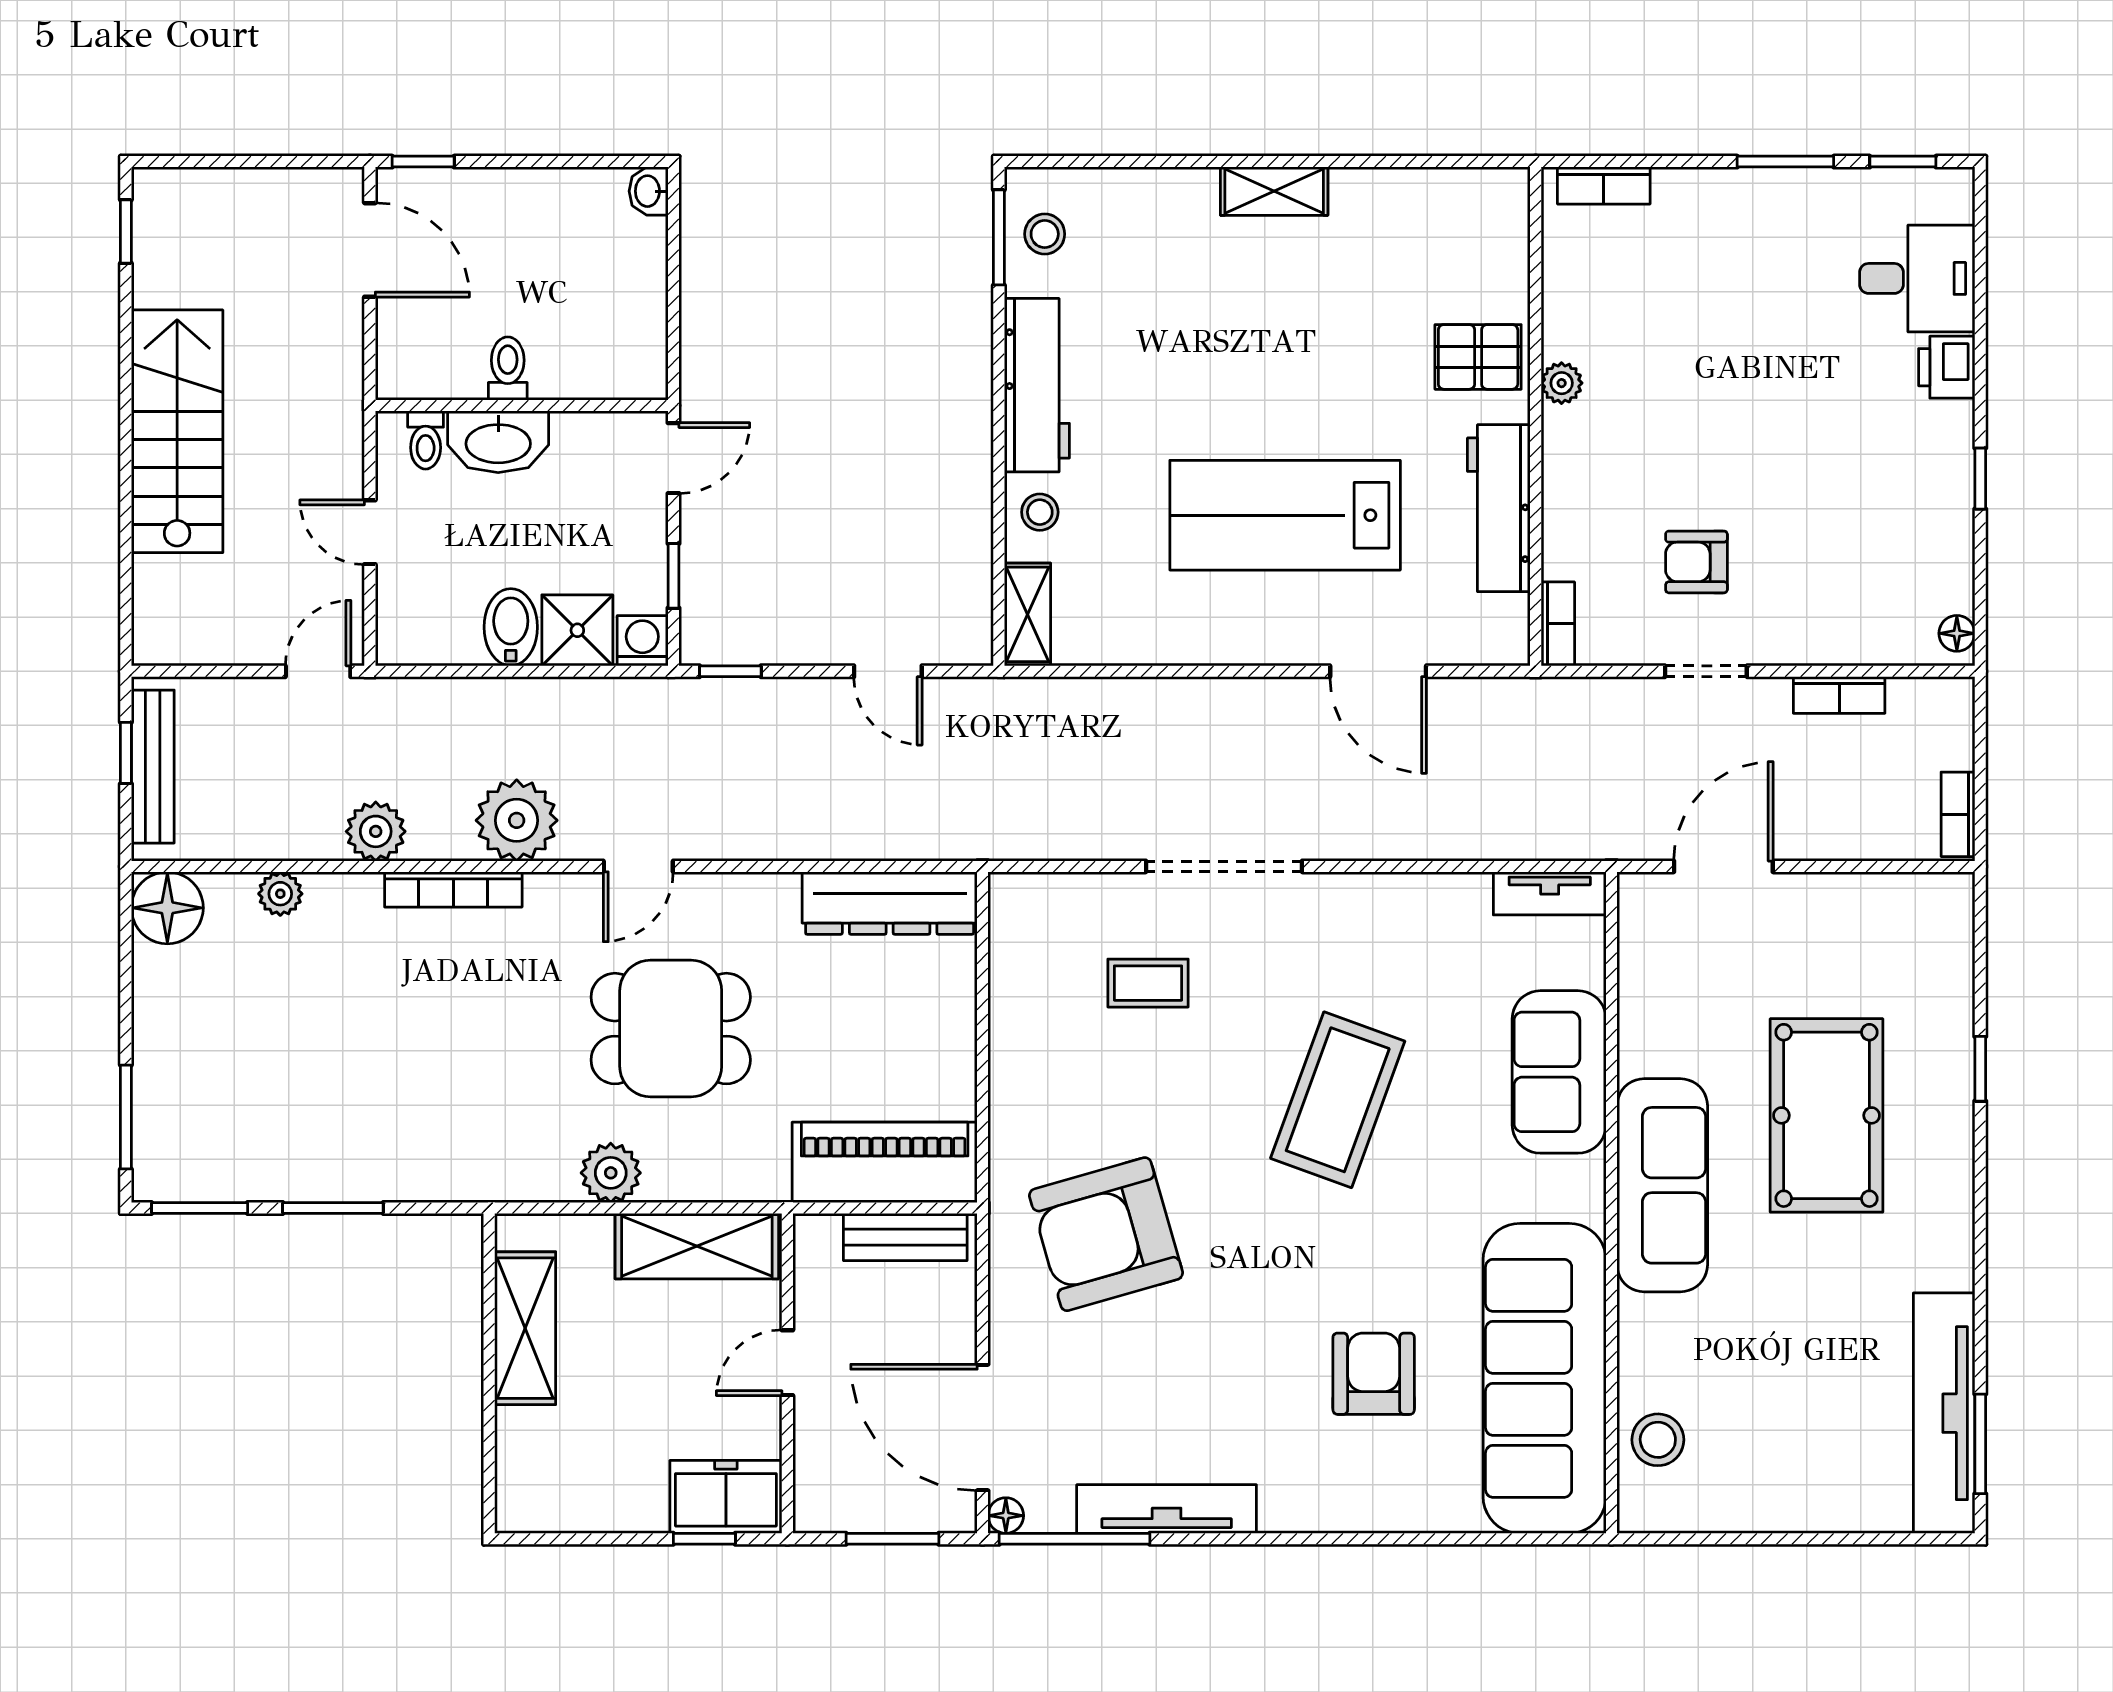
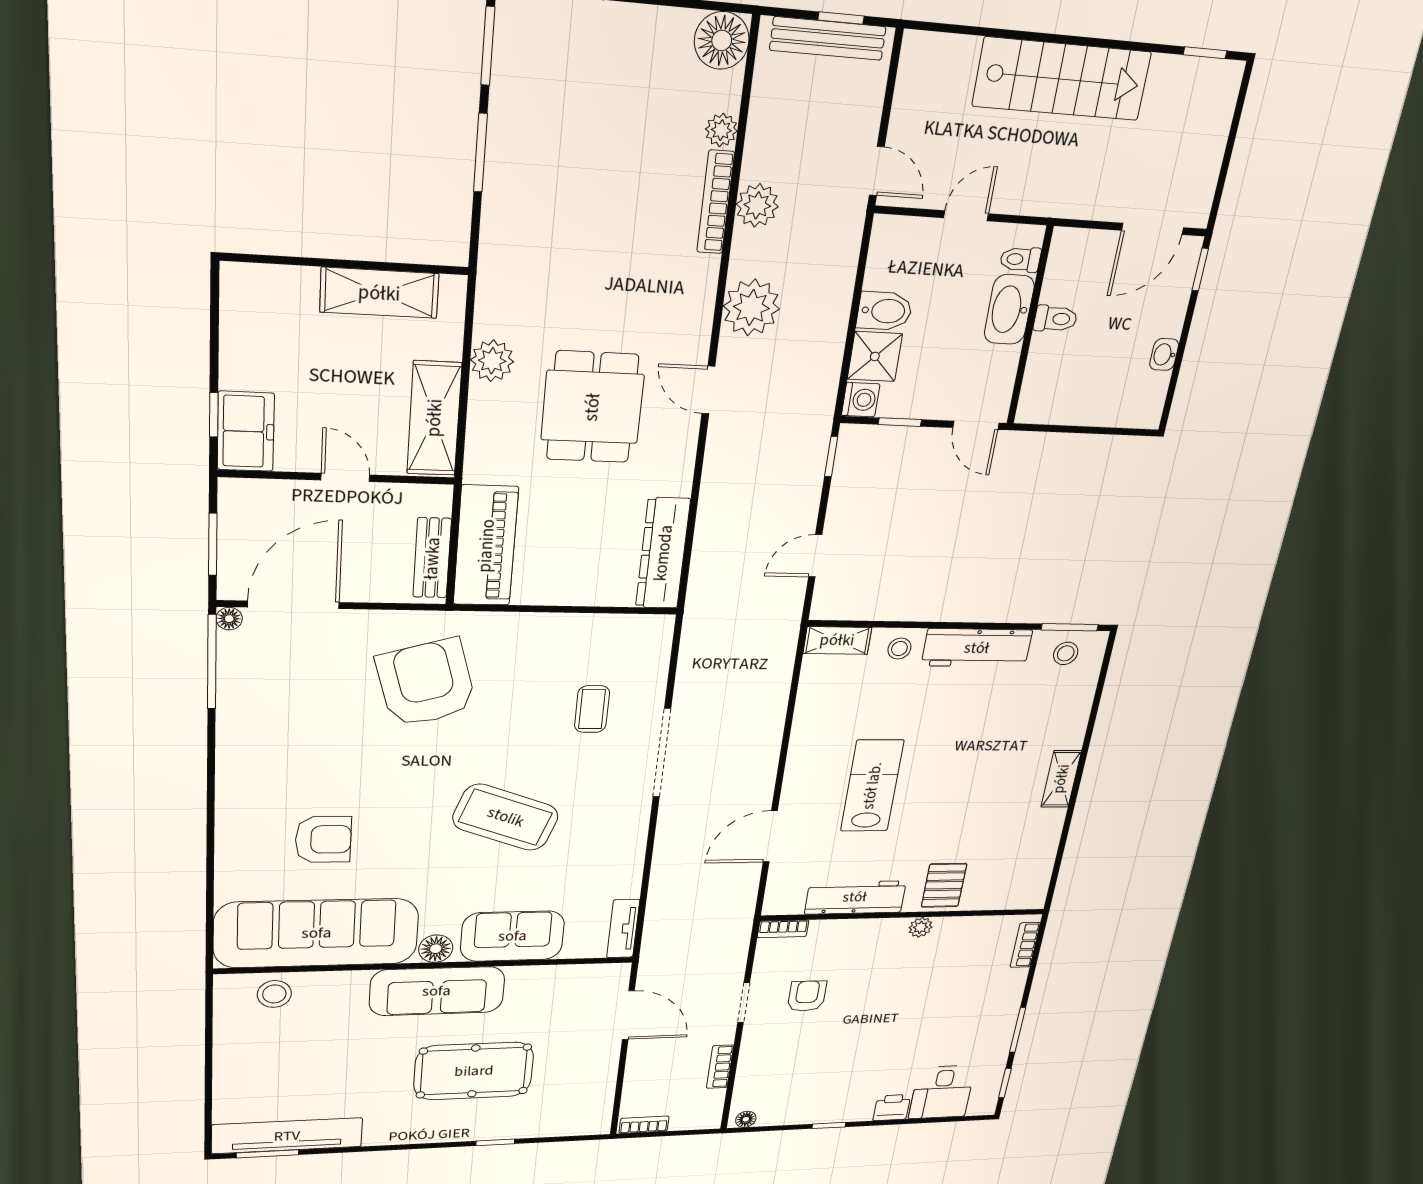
washbasin: (649, 191) -> (1164, 355), moved, turned -90
lab bench: (1285, 515) -> (872, 786), width x0.73, depth x0.72
bookcase: (453, 889) -> (716, 202), moved
floor lamp: (1580, 1192) -> (436, 949), added
tv unit: (1167, 1509) -> (233, 719), removed

